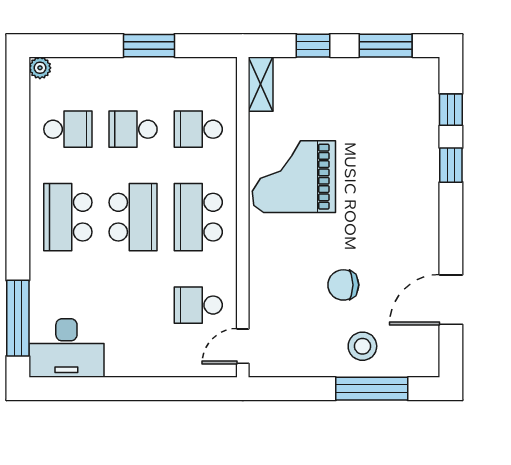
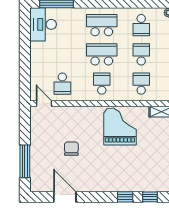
school desk: (133, 217) -> (102, 54), turned 180
school desk: (198, 217) -> (102, 84), width x0.54
school desk: (198, 305) -> (62, 84), turned 180
stool: (362, 346) -> (44, 157), removed

